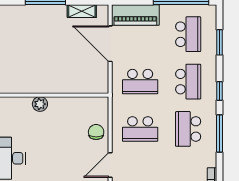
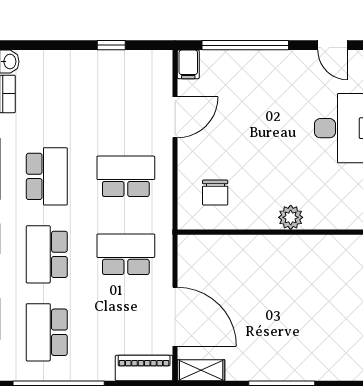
shelving: (82, 11) -> (201, 370), moved
piano: (135, 15) -> (144, 368), width x0.73, depth x0.75
chair: (96, 132) -> (215, 193), moved

